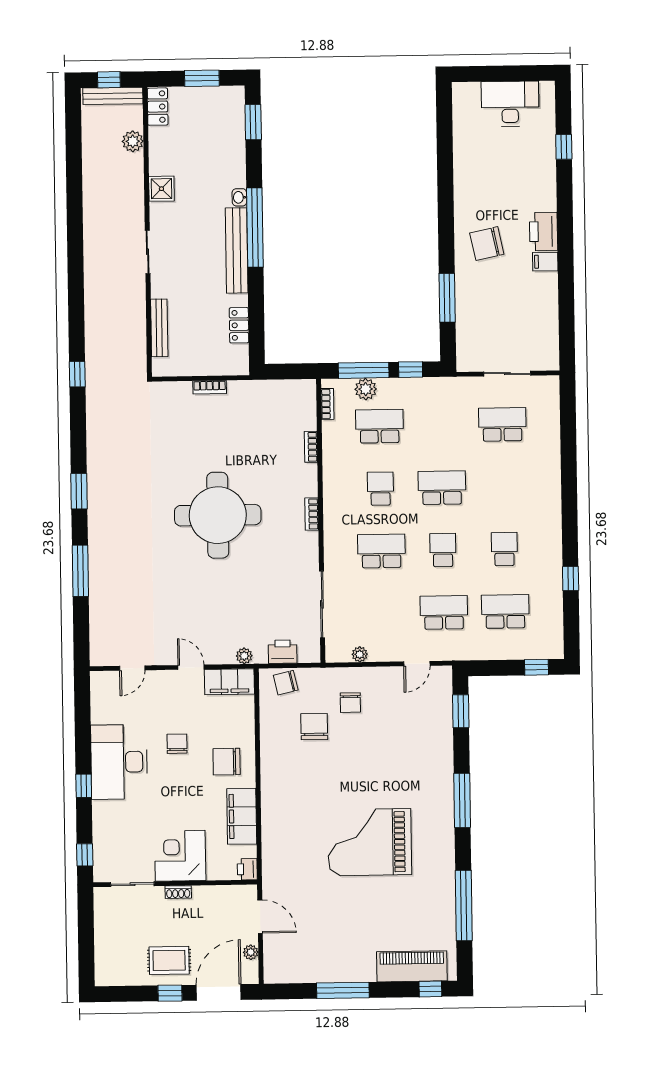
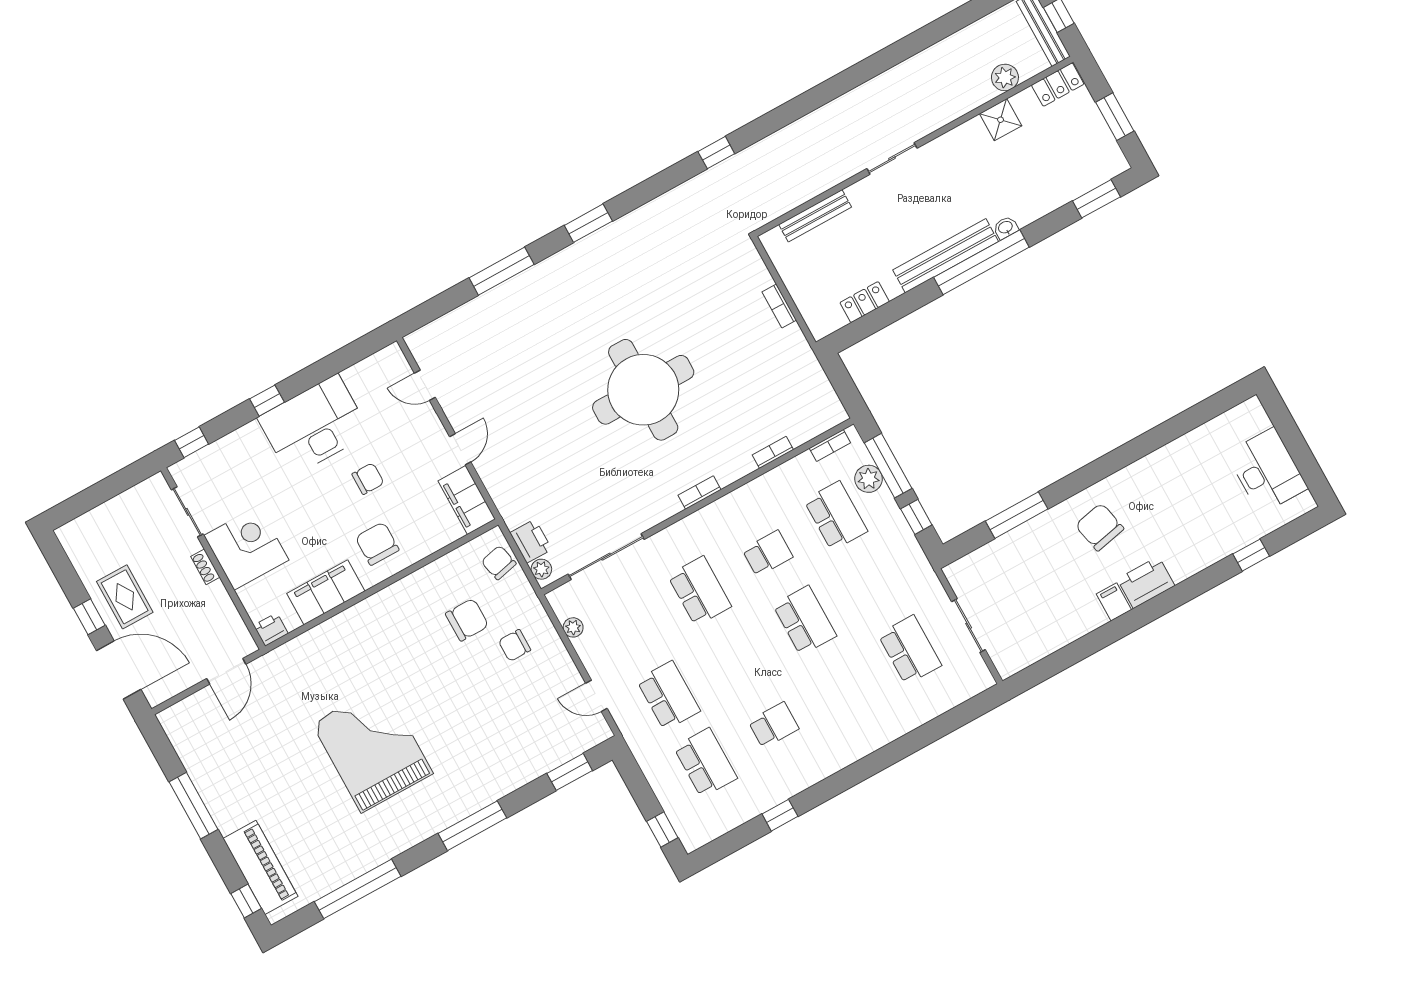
shower: (161, 189) -> (1001, 120), moved
school desk: (443, 550) -> (737, 658), removed
plant: (244, 656) -> (541, 569), moved
plant: (251, 952) -> (182, 682), removed

